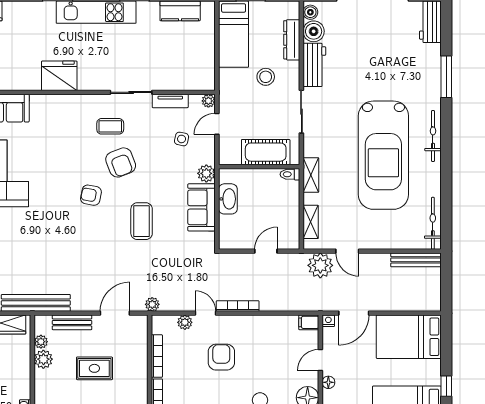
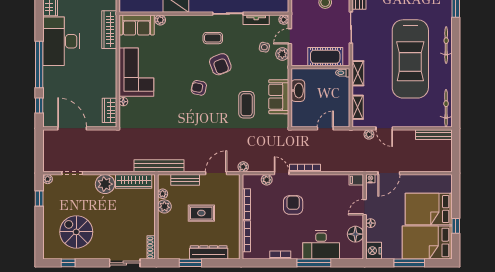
plant: (38, 101) -> (160, 20), added
plant: (206, 173) -> (282, 54), moved
coffee table: (142, 221) -> (247, 105), moved
plant: (320, 265) -> (369, 134), width x0.53, depth x0.53
bed: (409, 337) -> (429, 209), moved

